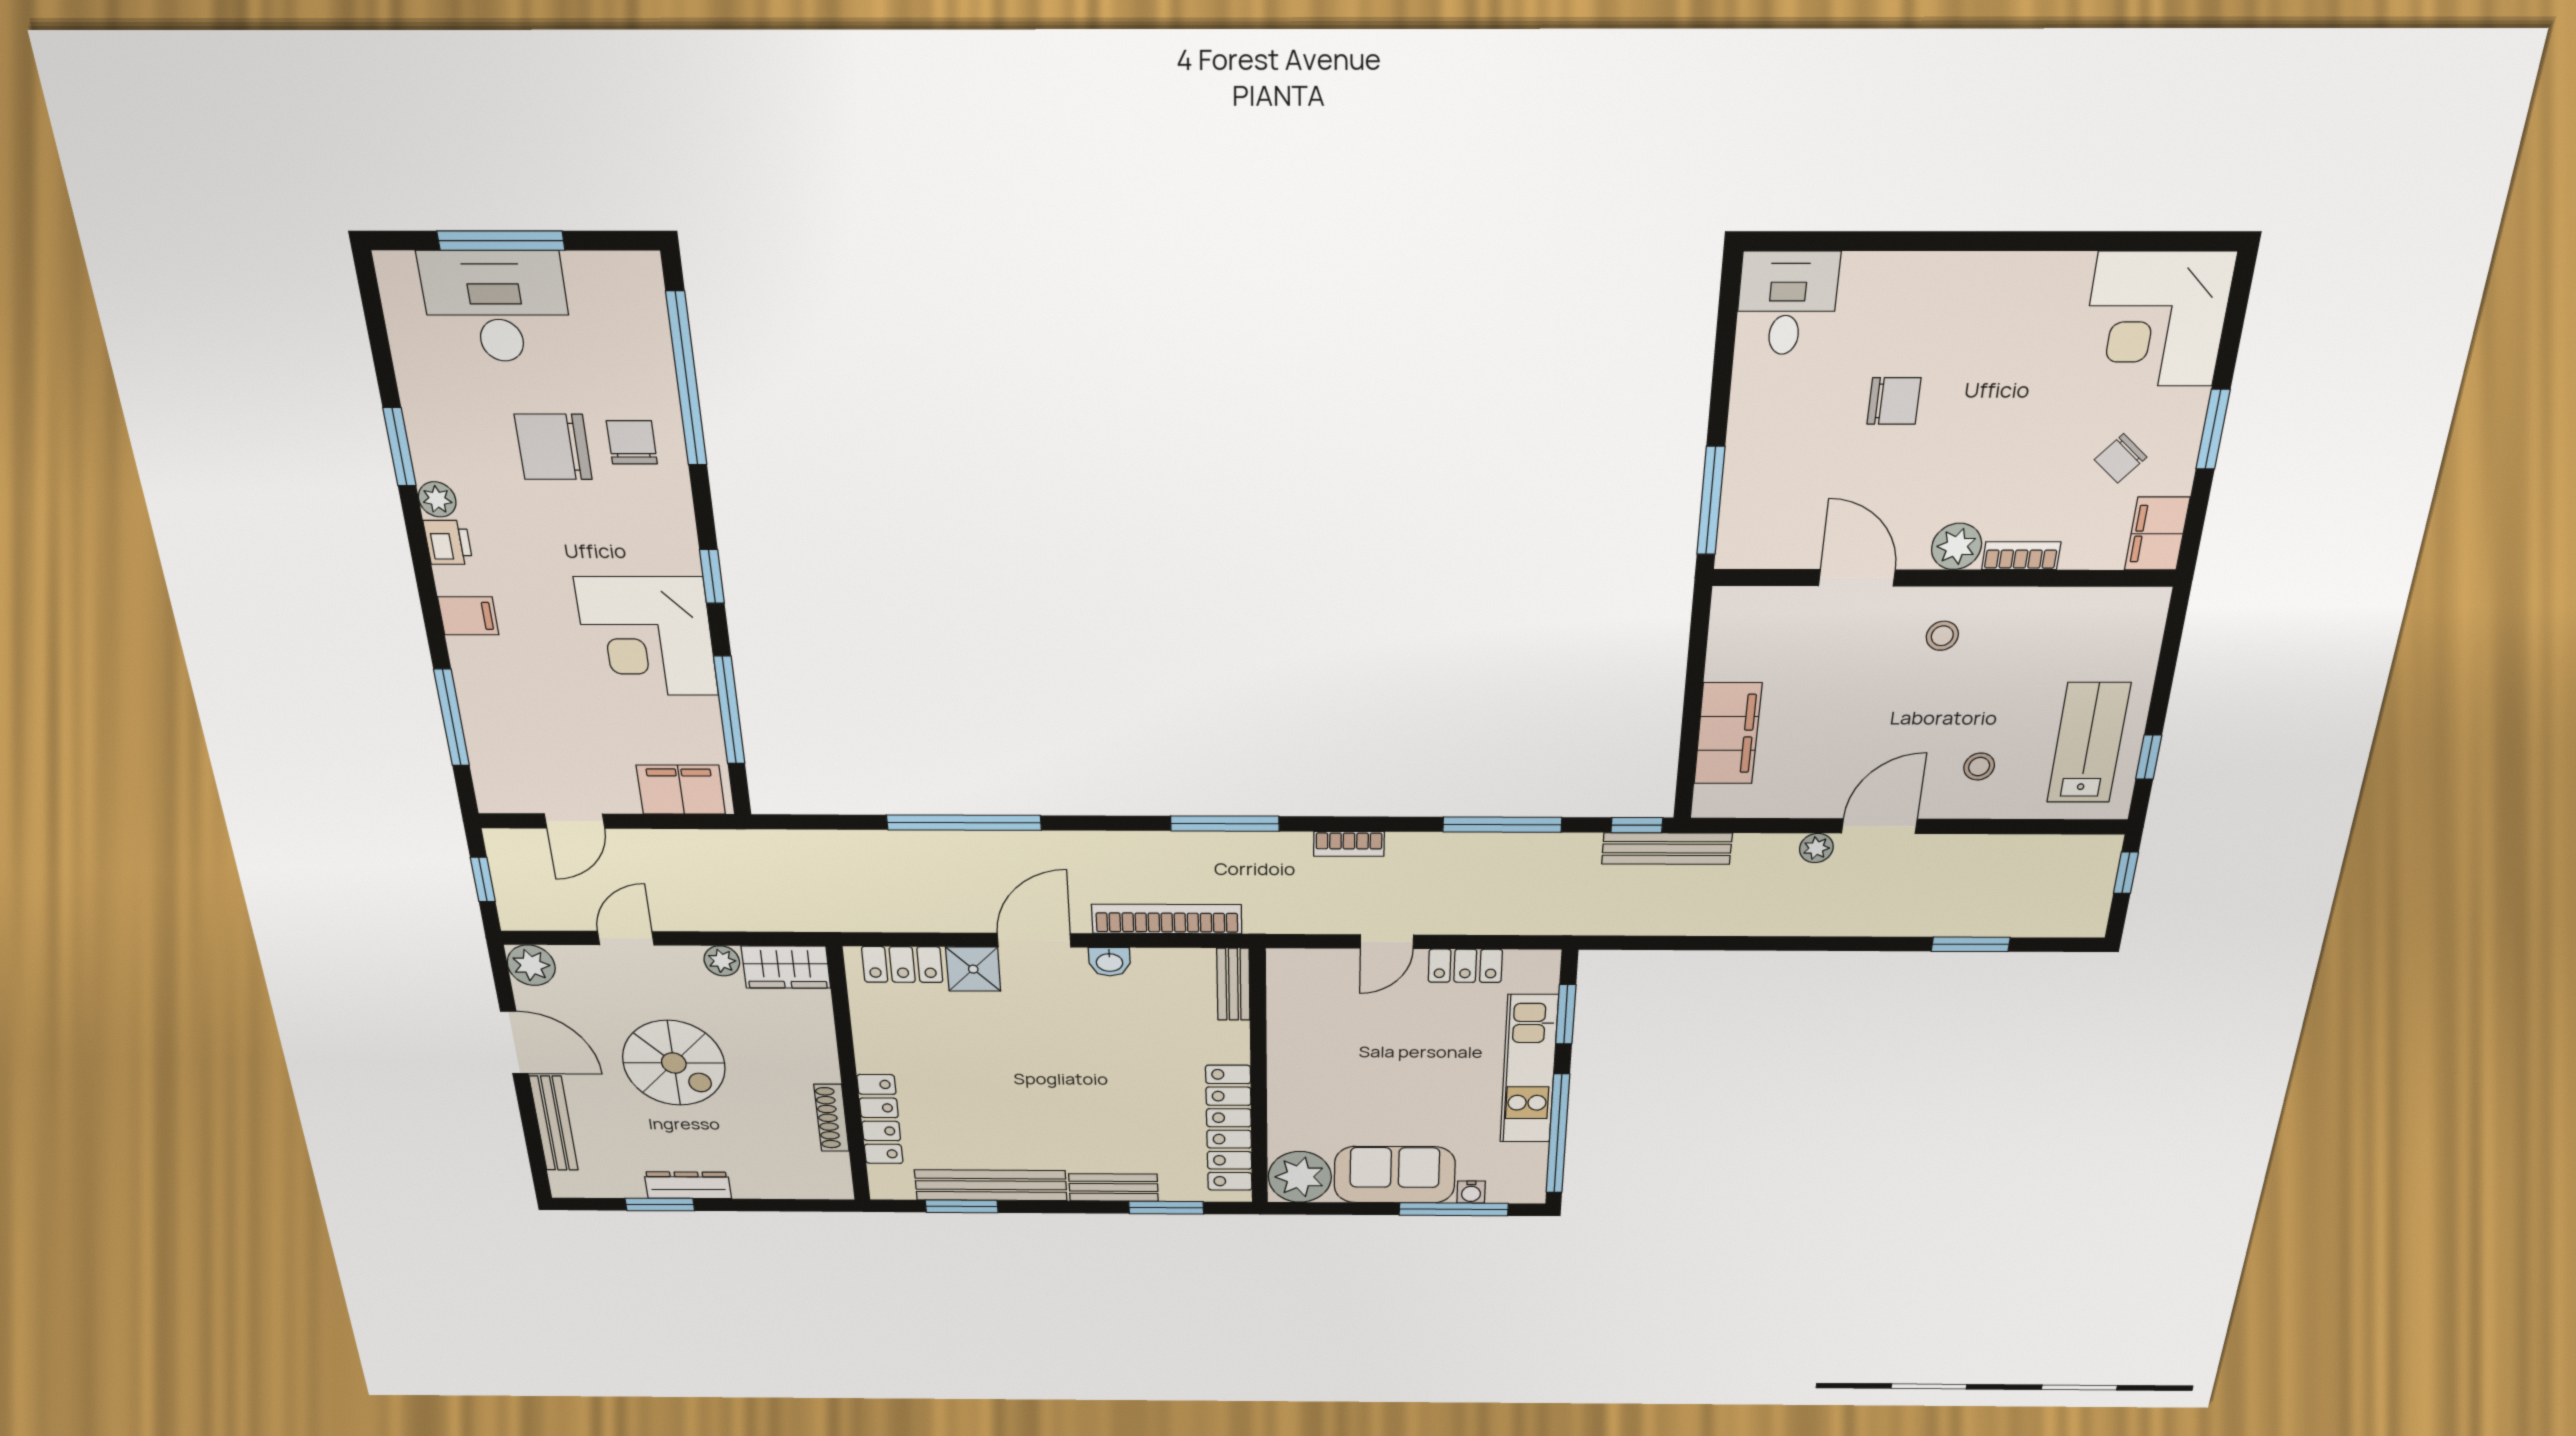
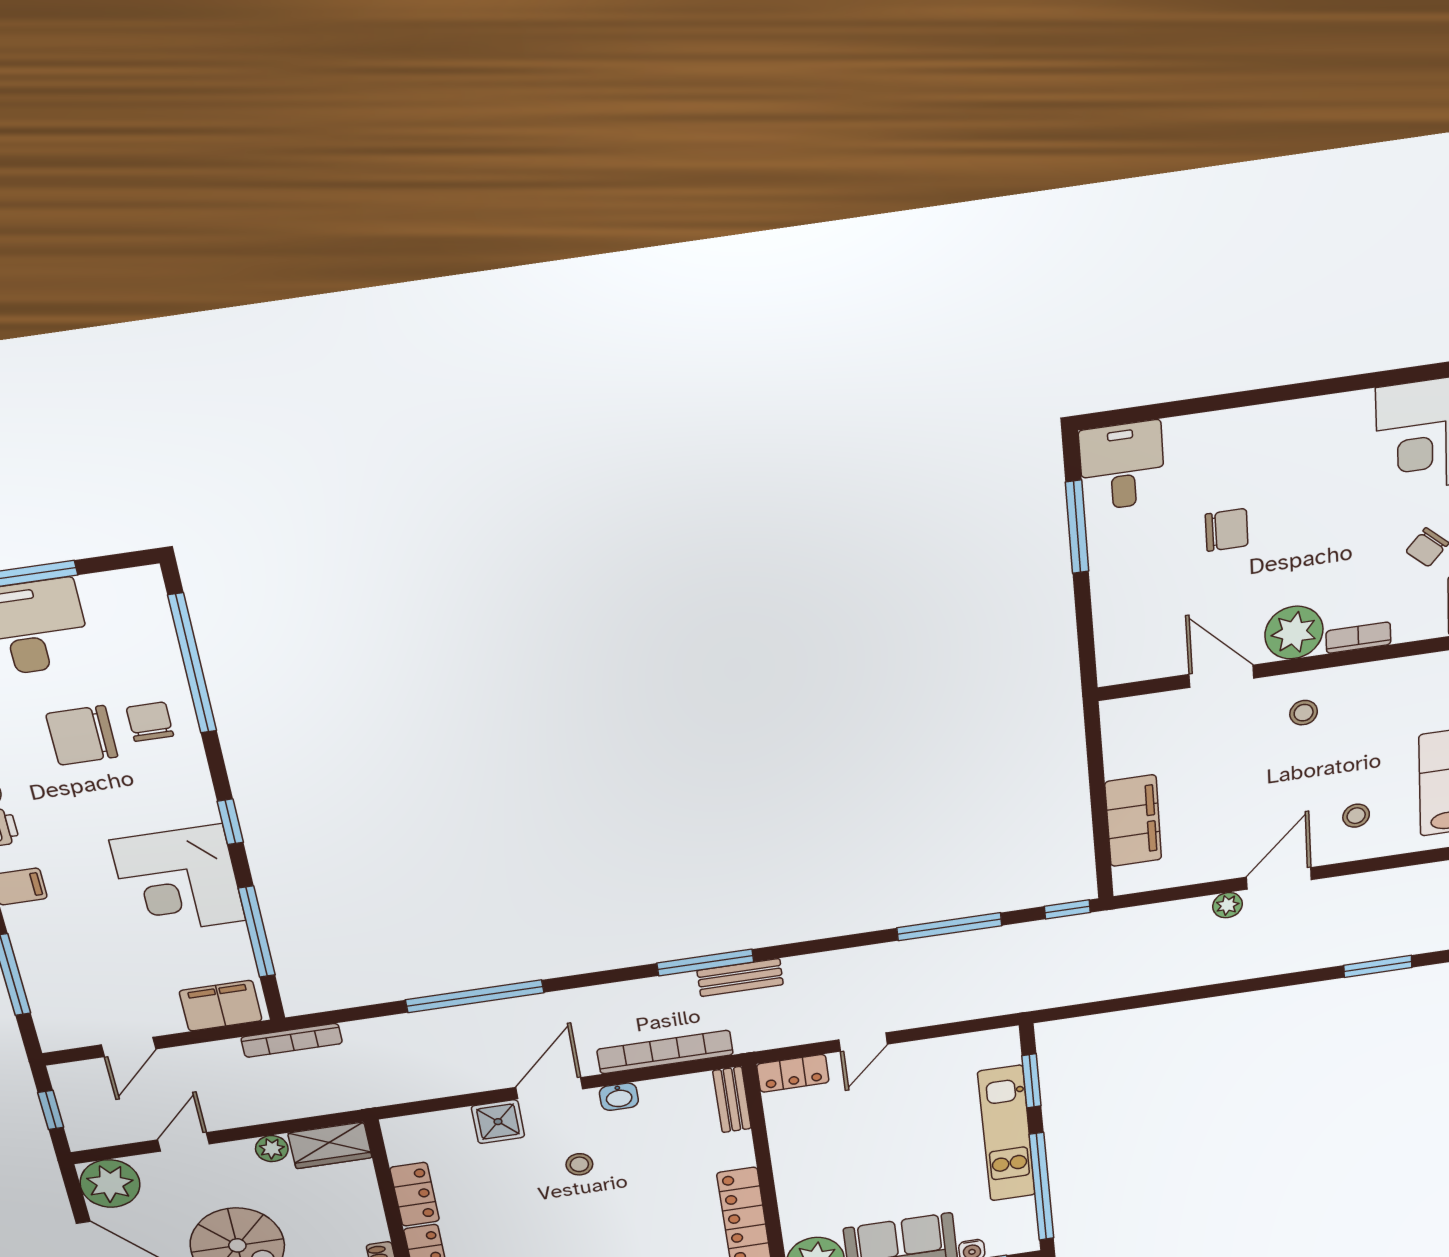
window: (1711, 501) -> (1077, 527), moved
plant: (1957, 546) -> (1294, 633), width x1.36, depth x1.36
bookcase: (1349, 844) -> (292, 1040), moved, width x1.56
bench: (1667, 849) -> (740, 978), moved, width x0.73
plant: (531, 965) -> (110, 1184), width x1.36, depth x1.36
locker: (902, 965) -> (415, 1194), moved, turned -90
locker: (1465, 966) -> (793, 1073), moved
stool: (1057, 1031) -> (579, 1164), added

